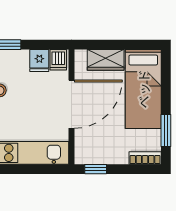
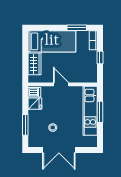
door: (71, 104) -> (61, 84), width x0.53
window: (25, 169) -> (100, 112), added
window: (96, 169) -> (100, 57), moved

